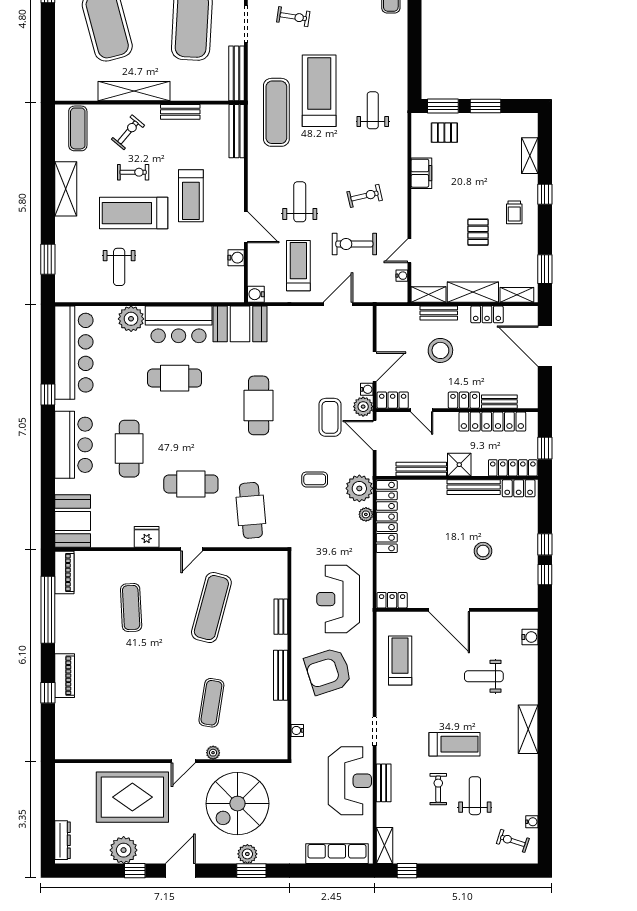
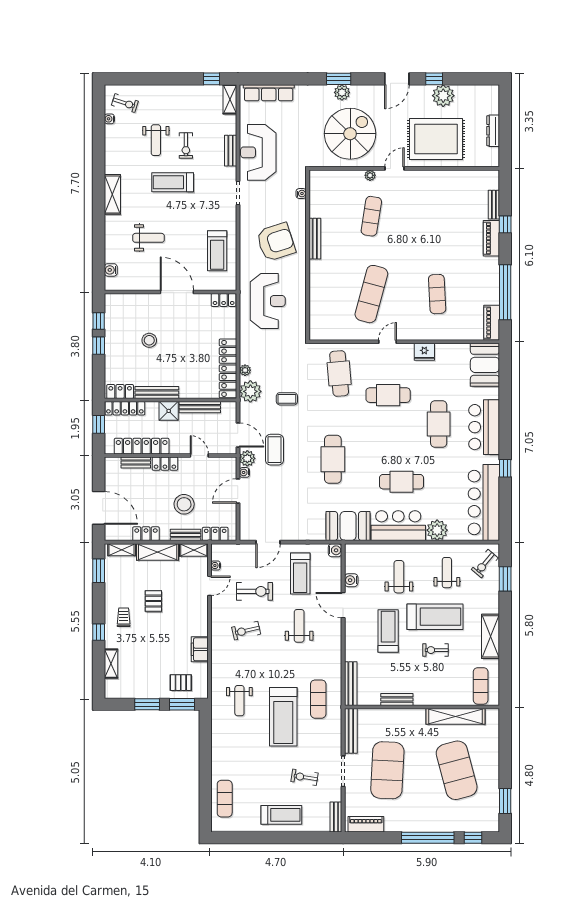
shelving: (134, 91) -> (455, 716), moved
exercise mat: (276, 112) -> (318, 699), width x0.73, depth x0.69
exercise bike: (128, 132) -> (485, 564), moved
weight bench: (300, 202) -> (299, 626), turned 180
weight bench: (178, 262) -> (399, 577), added
locker: (393, 400) -> (215, 534), moved, turned 180
bench: (281, 617) -> (494, 205), moved
dresser: (62, 840) -> (493, 131), moved

